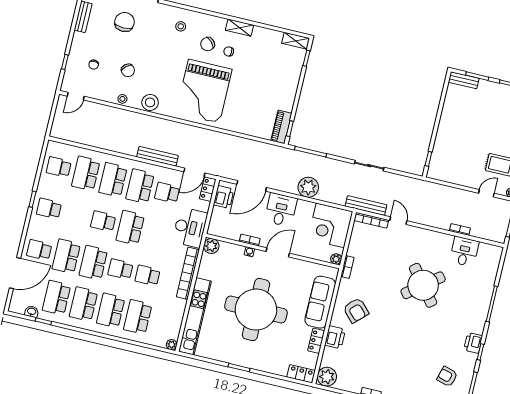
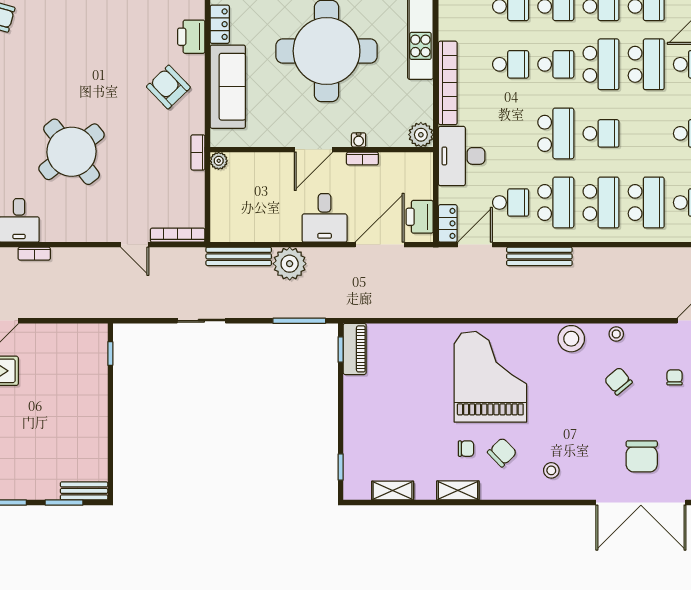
shelving: (296, 41) -> (393, 490), moved
bench: (366, 206) -> (239, 256), moved
corner desk: (330, 225) -> (240, 212), removed

